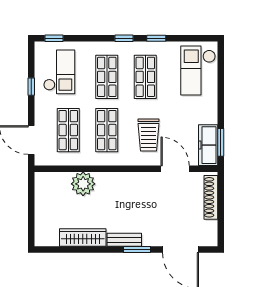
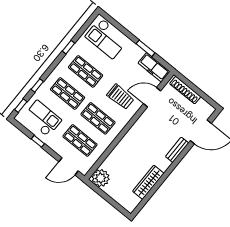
window: (124, 38) -> (37, 85), moved
window: (221, 142) -> (146, 48), moved
plant: (83, 184) -> (101, 178), moved
bench: (124, 240) -> (177, 150), moved
window: (137, 249) -> (181, 157), removed

